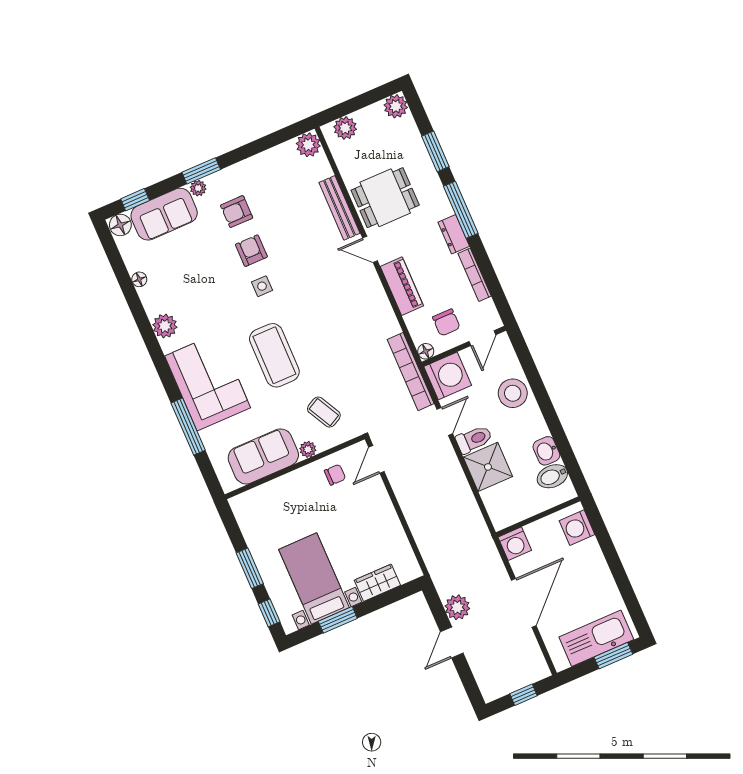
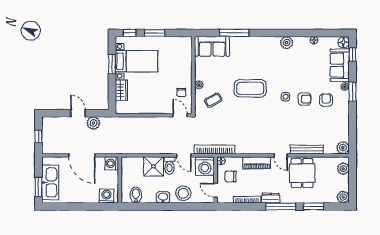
door: (370, 249) -> (281, 155), swing flipped
corner sofa: (208, 382) -> (251, 51), removed
washbasin: (546, 451) -> (163, 197), moved
sofa: (263, 456) -> (212, 46), moved, turned 90

